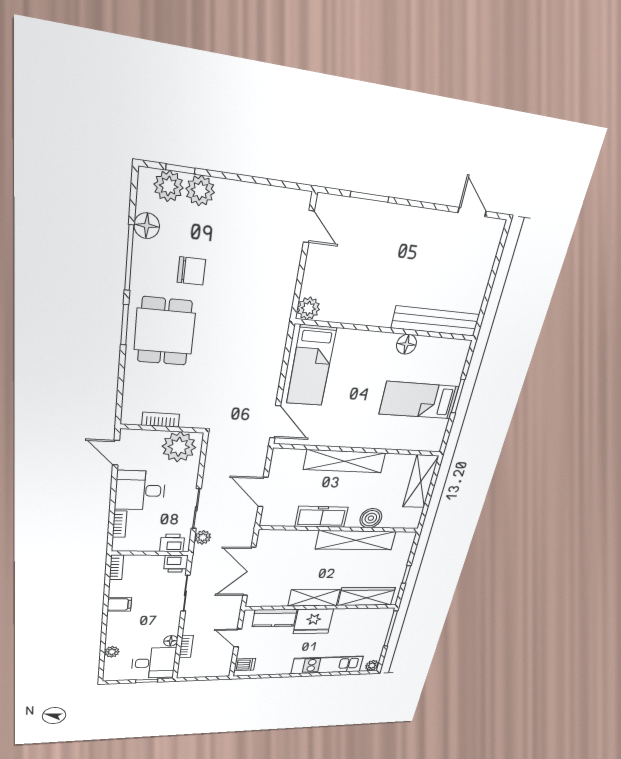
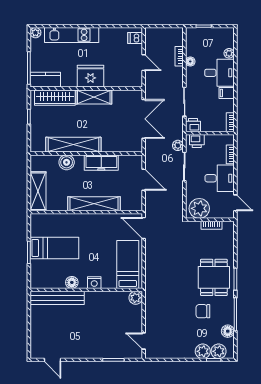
nightstand: (371, 341) -> (94, 283), added
kitchen counter: (275, 618) -> (45, 80), moved
desk: (154, 663) -> (219, 73), moved, turned 180

